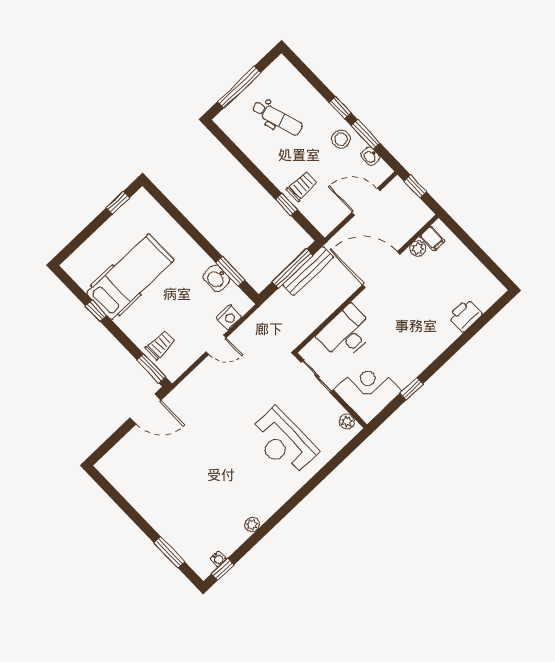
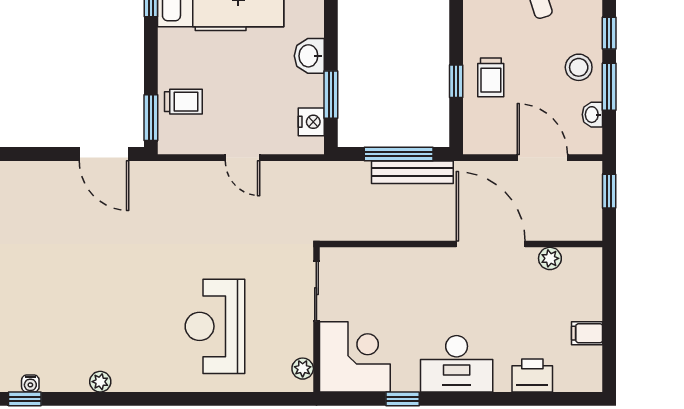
trolley: (302, 186) -> (491, 77), turned 90
filing cabinet: (432, 239) -> (587, 333), moved, turned 90
washbasin: (216, 278) -> (309, 56), moved
nightstand: (229, 317) -> (311, 122), moved, turned -90
desk: (346, 333) -> (457, 364), moved, turned 180

